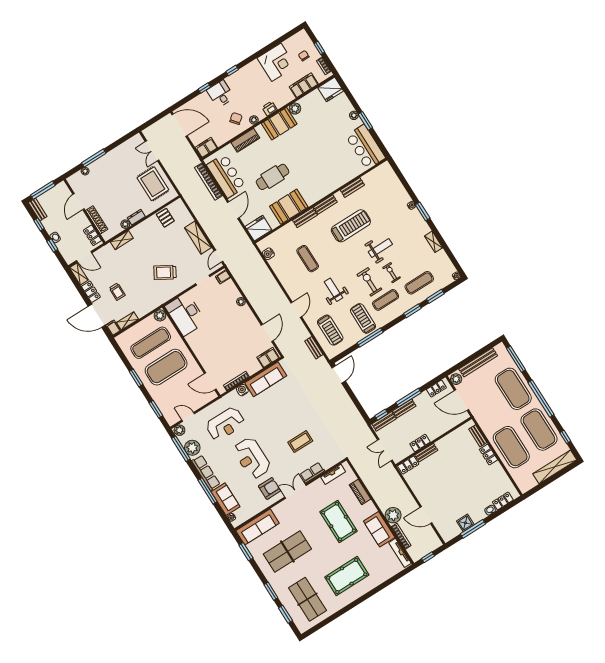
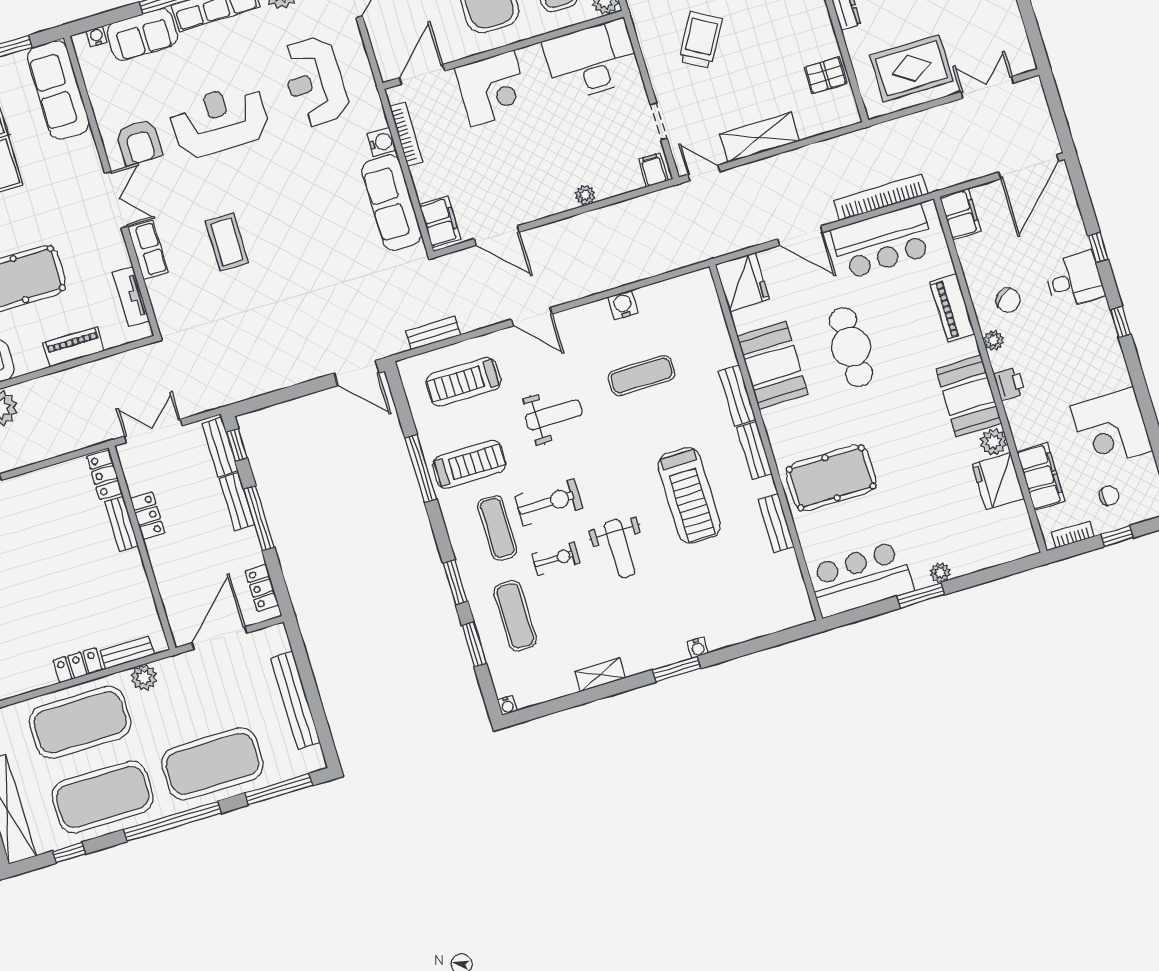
fridge: (331, 89) -> (998, 481), moved
pool table: (328, 170) -> (831, 478), added
water cooler: (268, 254) -> (623, 305), moved
corner desk: (208, 351) -> (492, 89), added
plant: (456, 379) -> (144, 677), moved

